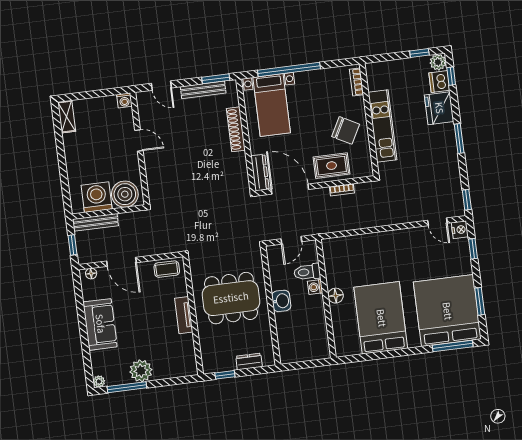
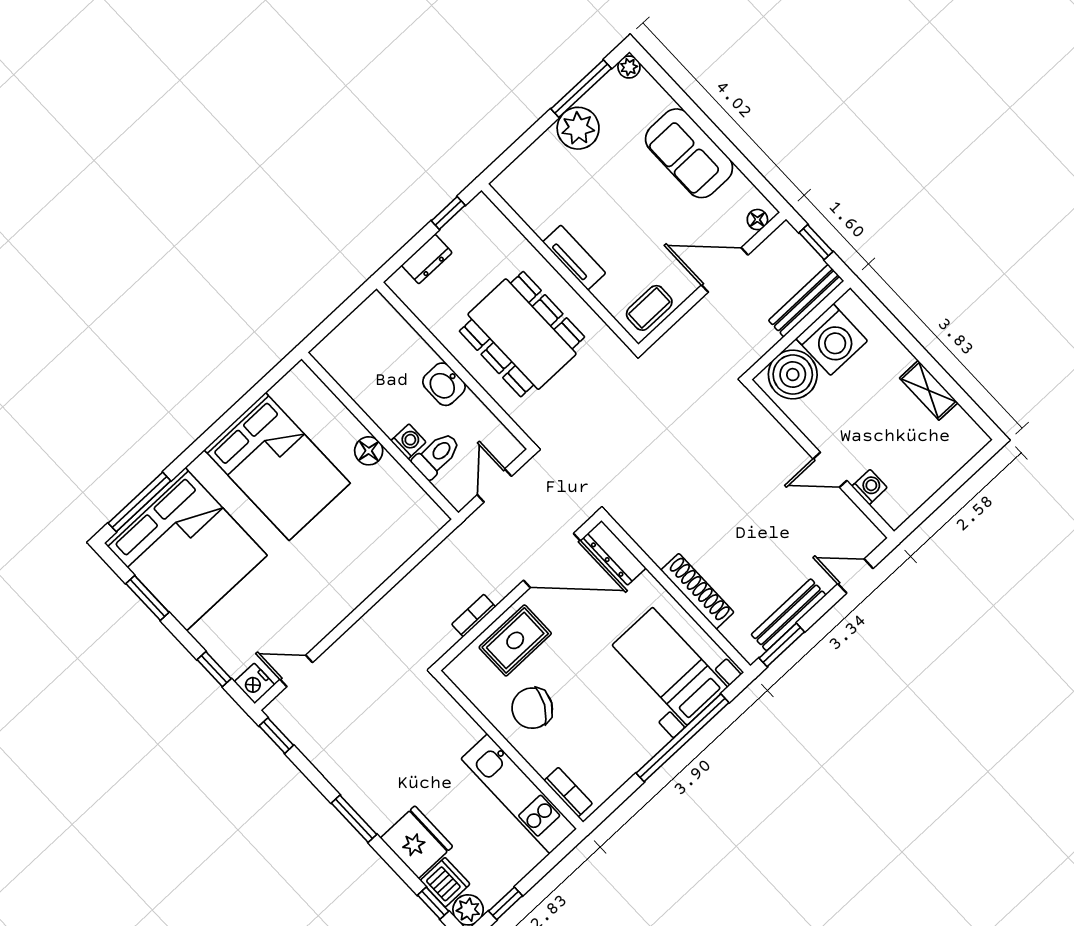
washing machine: (124, 100) -> (869, 487), moved, turned 90
shelving: (67, 117) -> (929, 390), moved
kitchen unit: (382, 126) -> (519, 794), moved
dining table: (231, 298) -> (522, 334), turned 90

